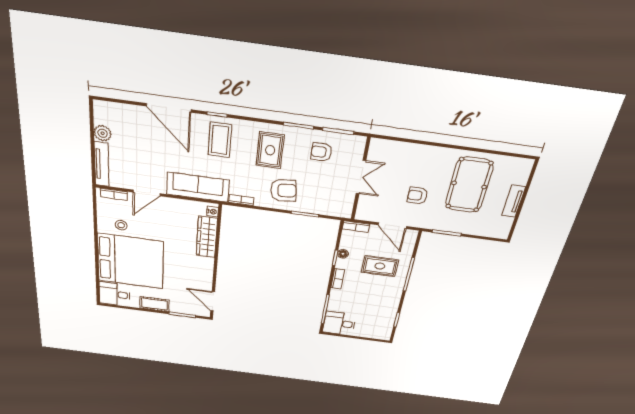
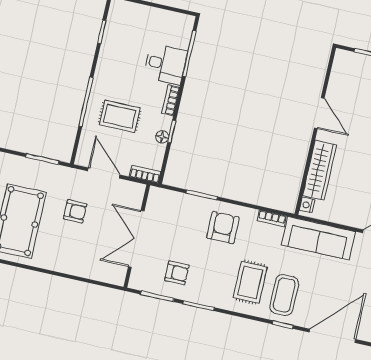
door: (169, 108) -> (332, 336), hinge flipped
rug: (270, 150) -> (250, 282), moved
double door: (361, 177) -> (136, 239), width x1.37
armchair: (283, 190) -> (223, 228), turned 97
door: (213, 301) -> (319, 113), moved
desk: (339, 323) -> (165, 64), moved

